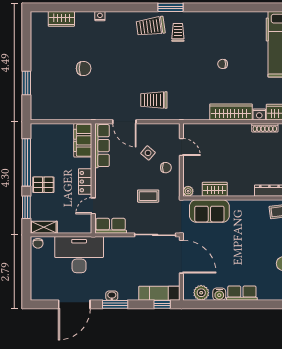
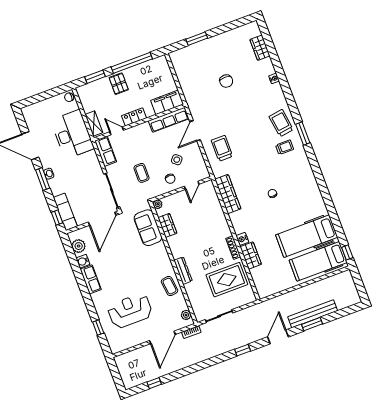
wardrobe: (231, 112) -> (228, 194), moved
shelving: (44, 227) -> (94, 124), moved

